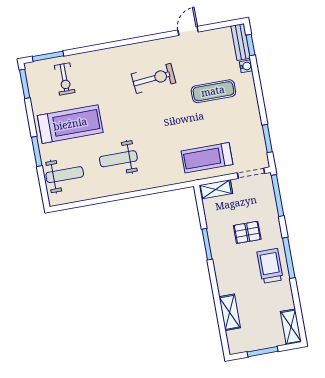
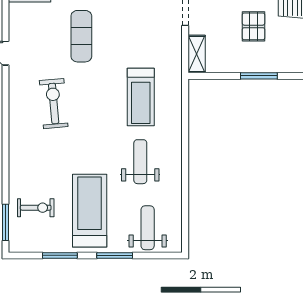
window: (25, 84) -> (60, 255), moved
treadmill: (207, 158) -> (141, 97), moved
weight bench: (118, 159) -> (140, 162), turned 180

